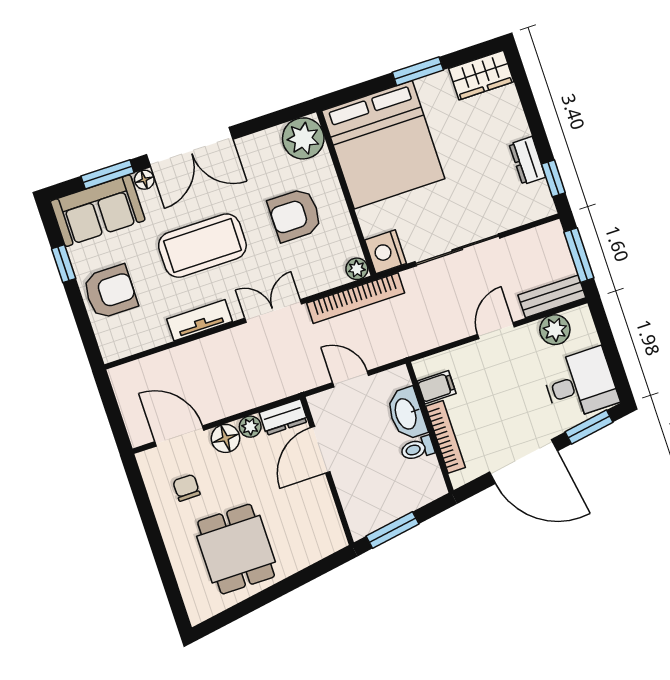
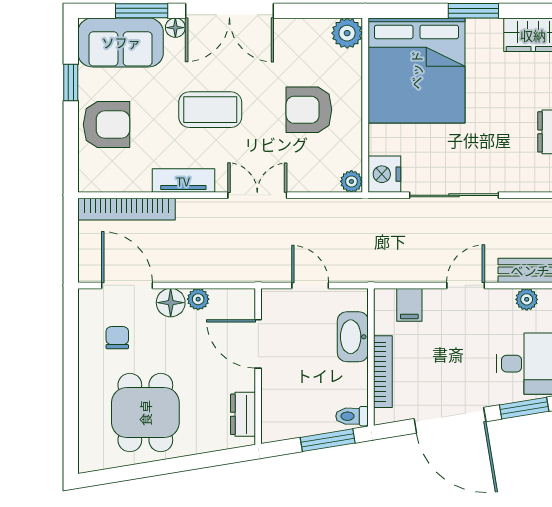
plant: (303, 138) -> (347, 33), width x0.73, depth x0.73
coffee table: (202, 246) -> (210, 110), width x0.73, depth x0.76
bookcase: (356, 298) -> (127, 209), moved
plant: (555, 330) -> (527, 299), width x0.73, depth x0.73
filing cabinet: (437, 387) -> (409, 305), moved, turned 90
dresser: (284, 417) -> (243, 414), moved, turned 90
toilet: (417, 449) -> (352, 416), moved
door: (320, 450) -> (258, 344), hinge flipped
window: (393, 530) -> (328, 440), moved

